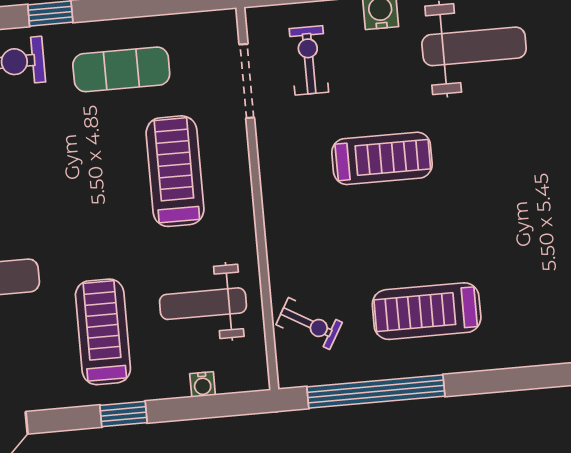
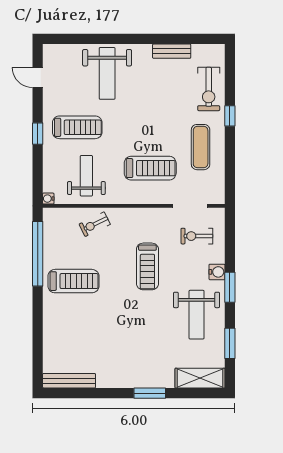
exercise bike: (309, 60) -> (197, 236), turned 180
treadmill: (427, 311) -> (73, 281), turned 90
exercise bike: (309, 323) -> (95, 224), moved, turned 34
water cooler: (203, 384) -> (48, 199), moved

